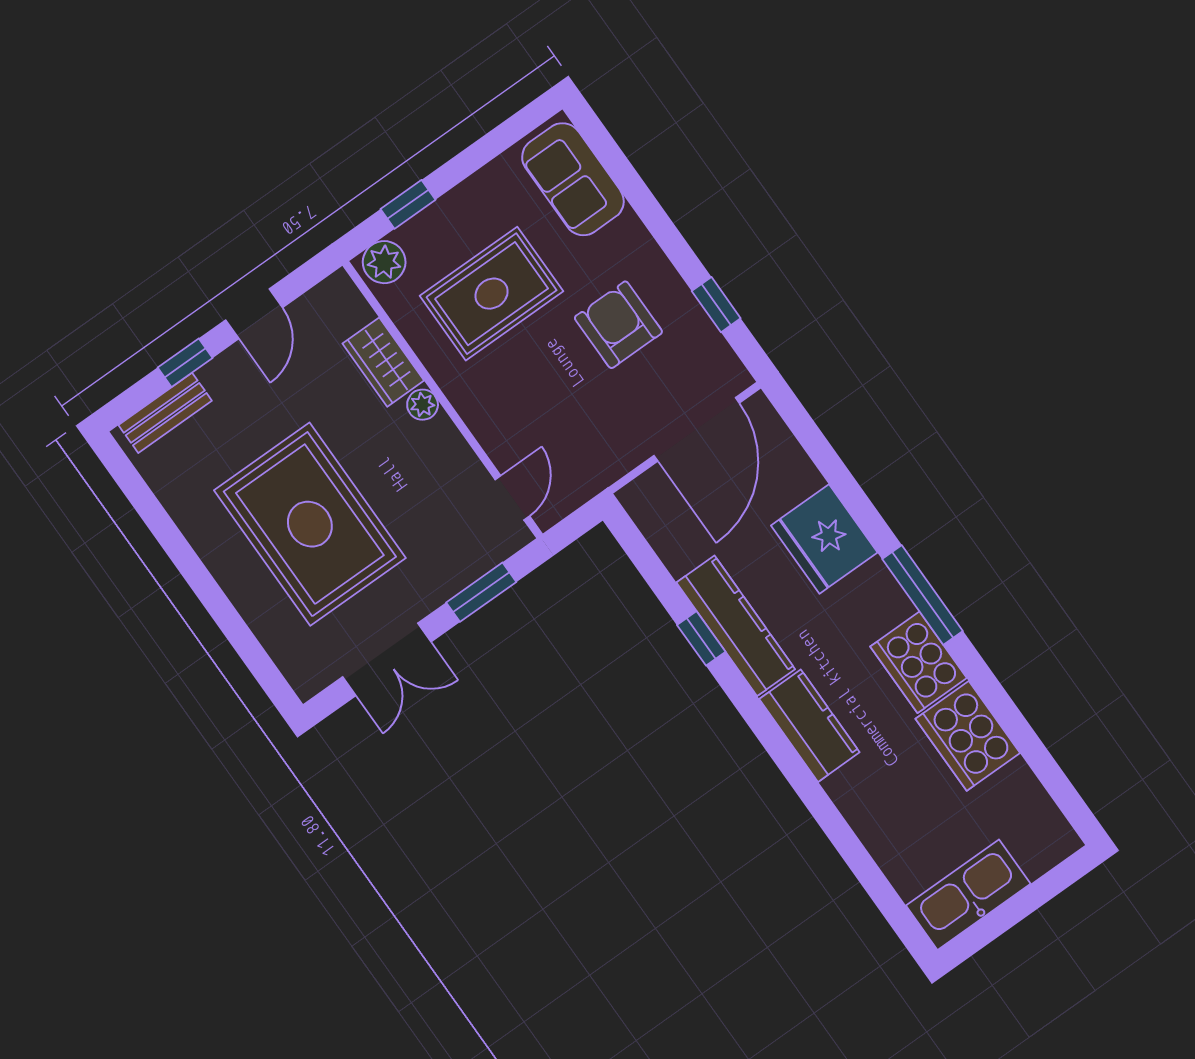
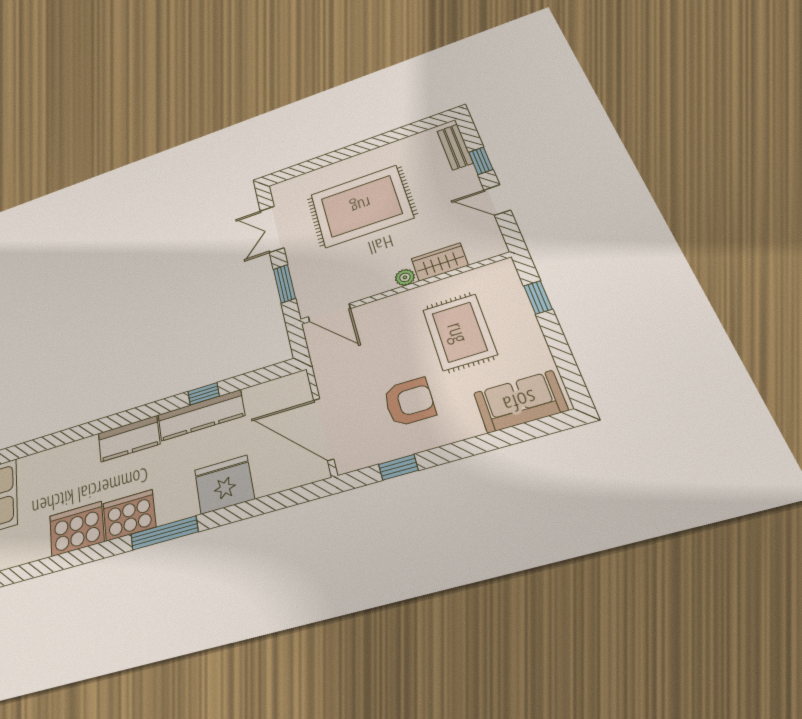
plant: (384, 262) -> (504, 276), removed
door: (512, 498) -> (329, 313), width x1.38

